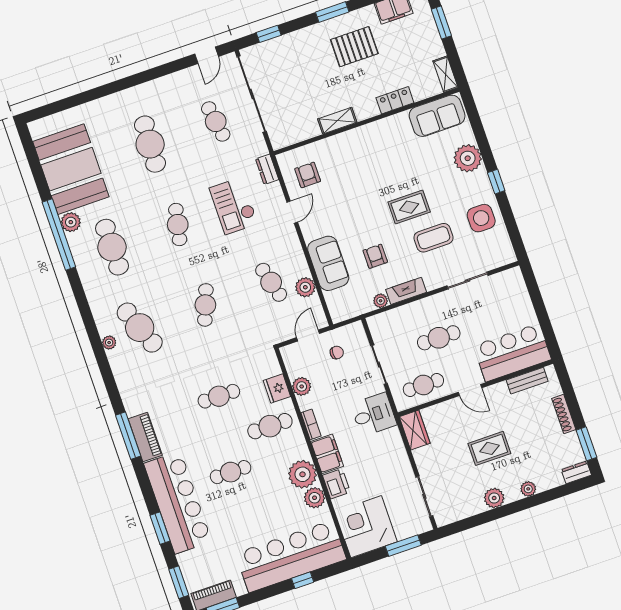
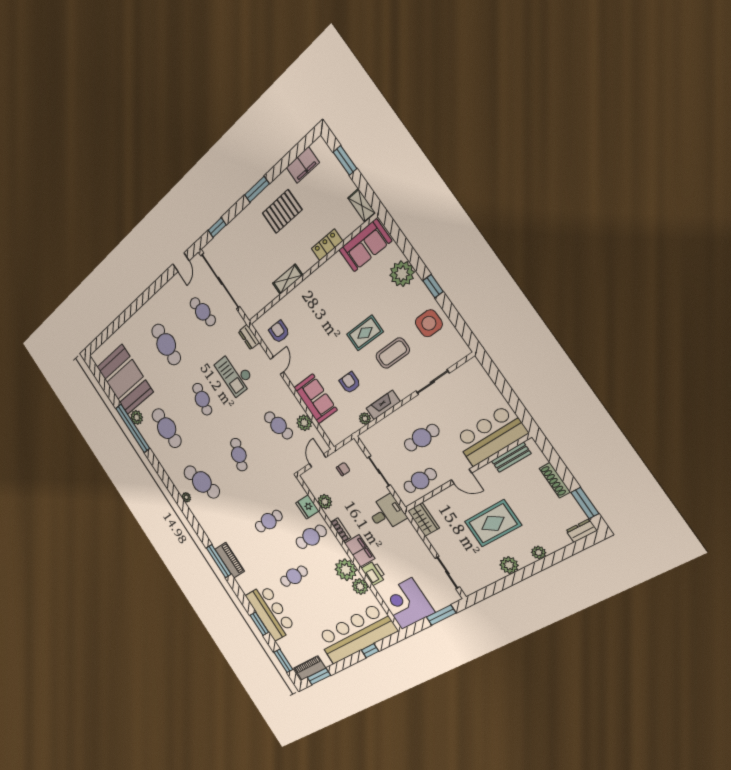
rug: (489, 448) -> (493, 523), width x1.36, depth x1.43
bar counter: (178, 502) -> (271, 612), width x0.73

